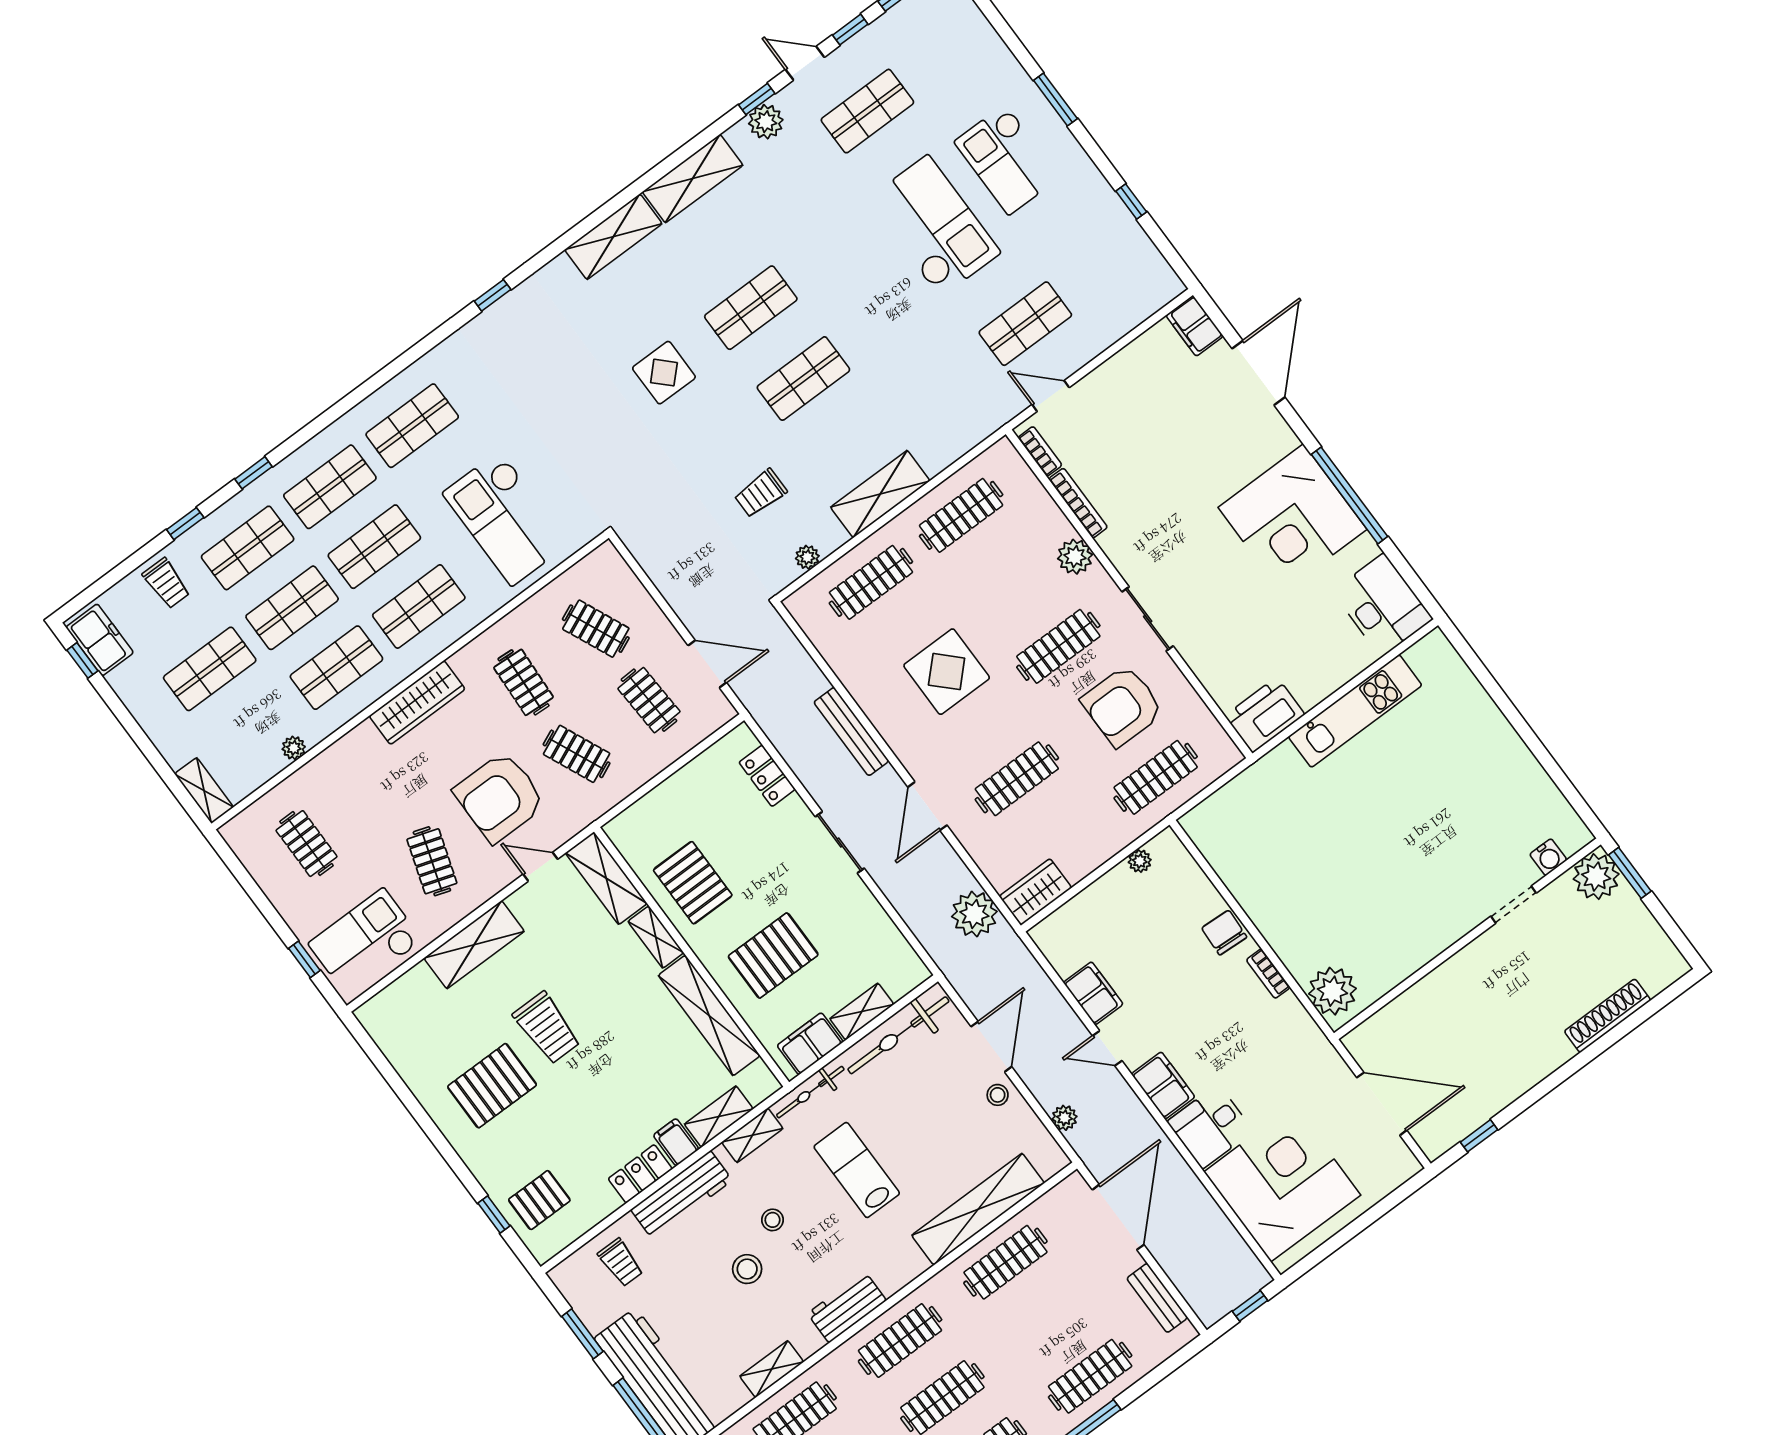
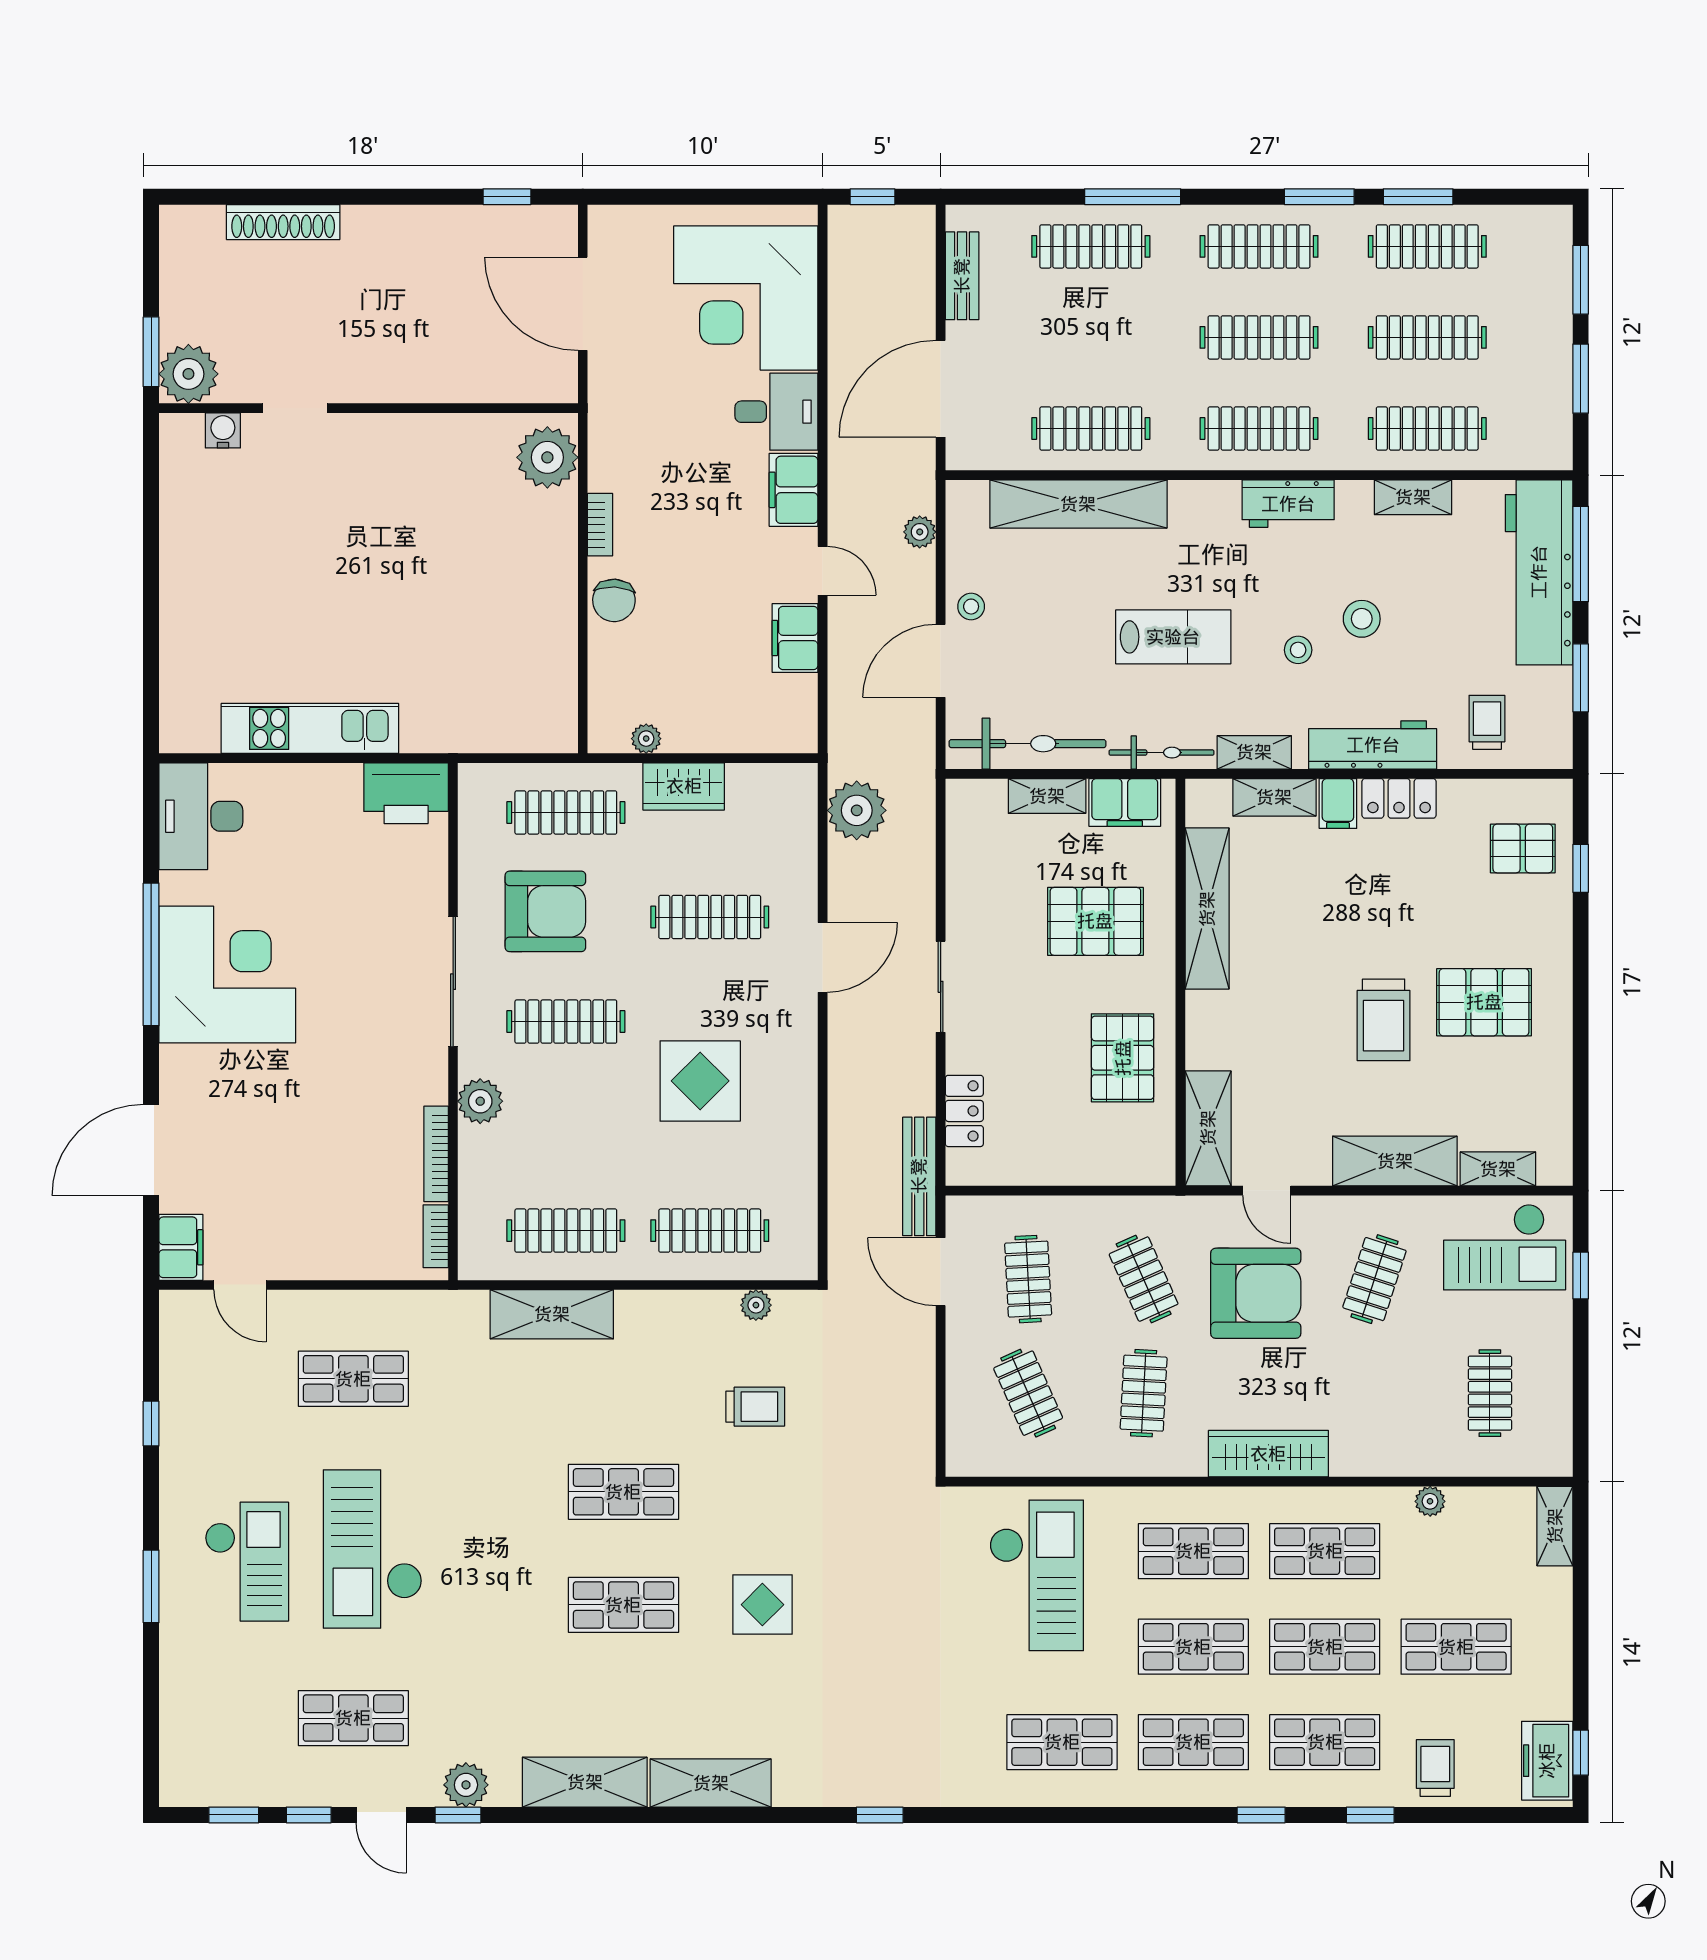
door: (1051, 396) -> (240, 1285), moved
shelving: (880, 494) -> (552, 1314), moved
sliding door: (1148, 619) -> (453, 982), width x1.37
bench: (851, 732) -> (919, 1176), moved
wardrobe: (1035, 892) -> (684, 786), moved
shelving: (656, 937) -> (1498, 1169), moved, turned 90
trolley: (547, 1028) -> (1384, 1020), turned 180
lab bench: (857, 1170) -> (1173, 637), turned -90

